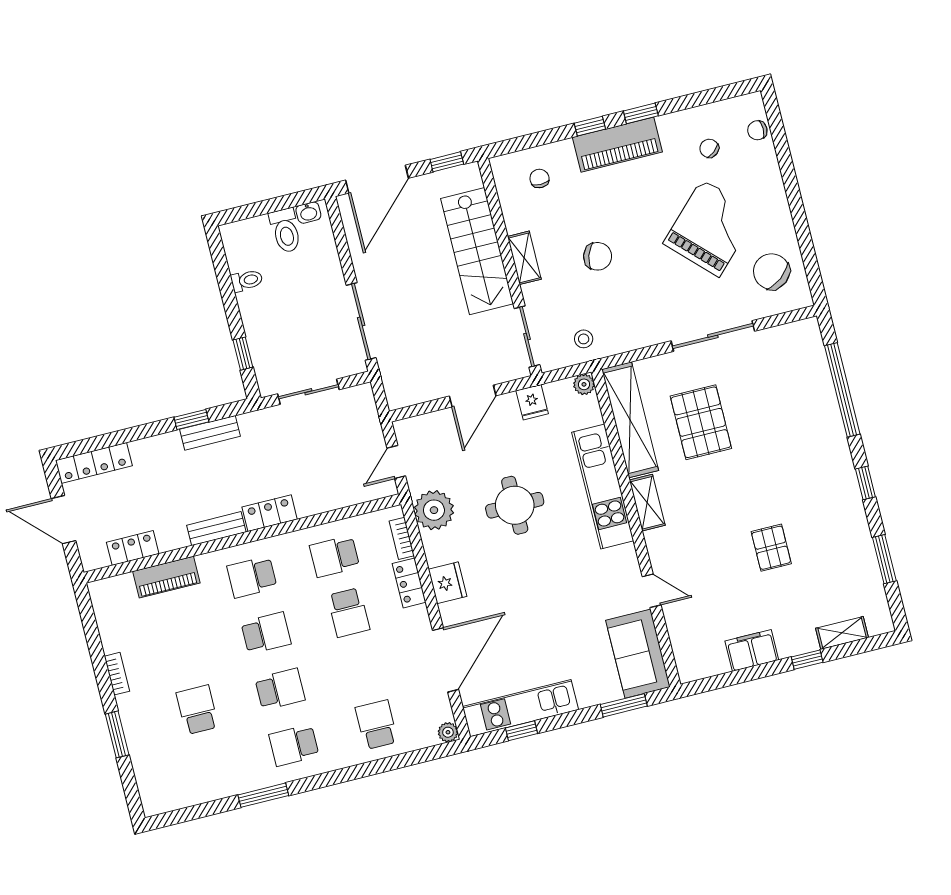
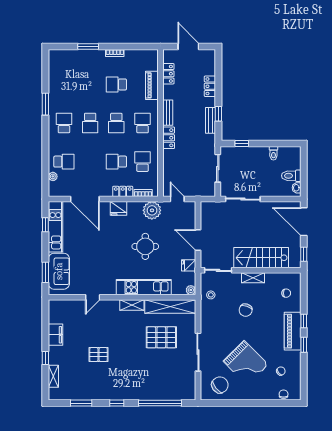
locker: (94, 463) -> (210, 86), moved, width x0.66
door: (64, 520) -> (188, 46), hinge flipped
sofa: (638, 654) -> (59, 271), moved, turned 90
school desk: (197, 710) -> (116, 84), moved, turned 180
plant: (448, 732) -> (53, 176), moved

